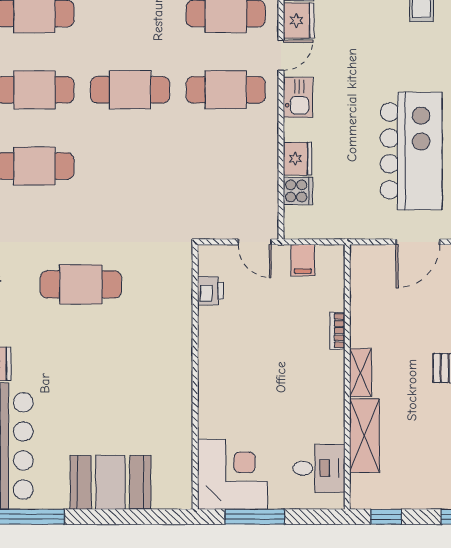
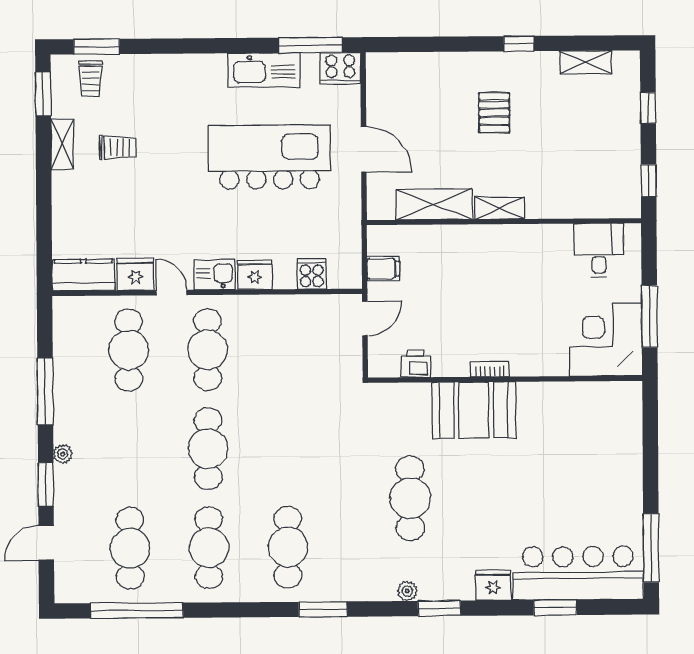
fridge: (298, 159) -> (255, 275), moved
bookcase: (337, 331) -> (490, 369), moved, turned 180
shelving: (364, 436) -> (434, 204), moved
booth: (110, 482) -> (474, 410), moved, turned 90

